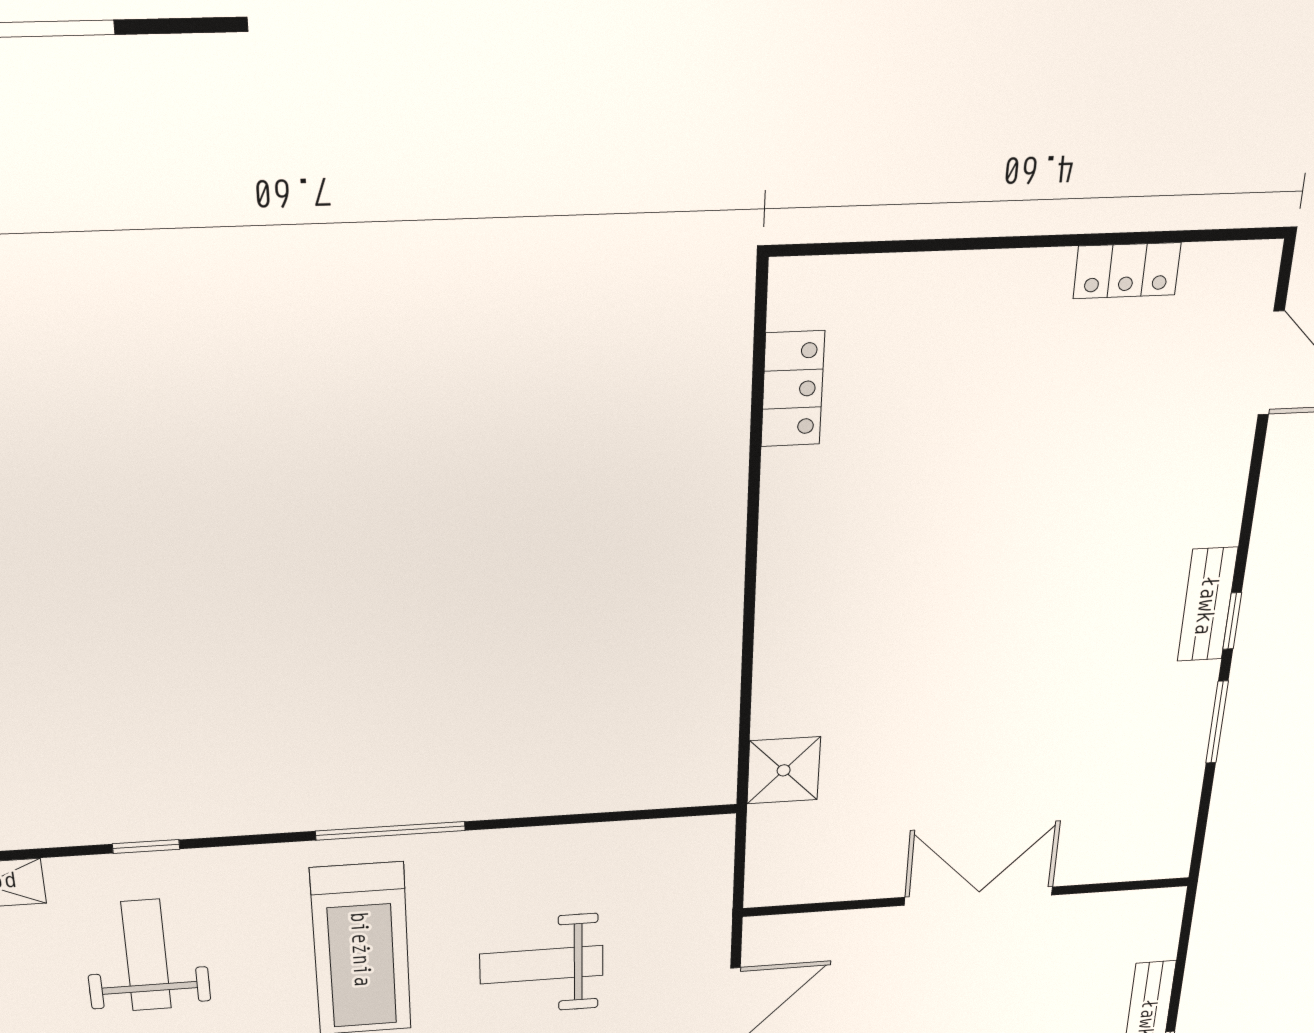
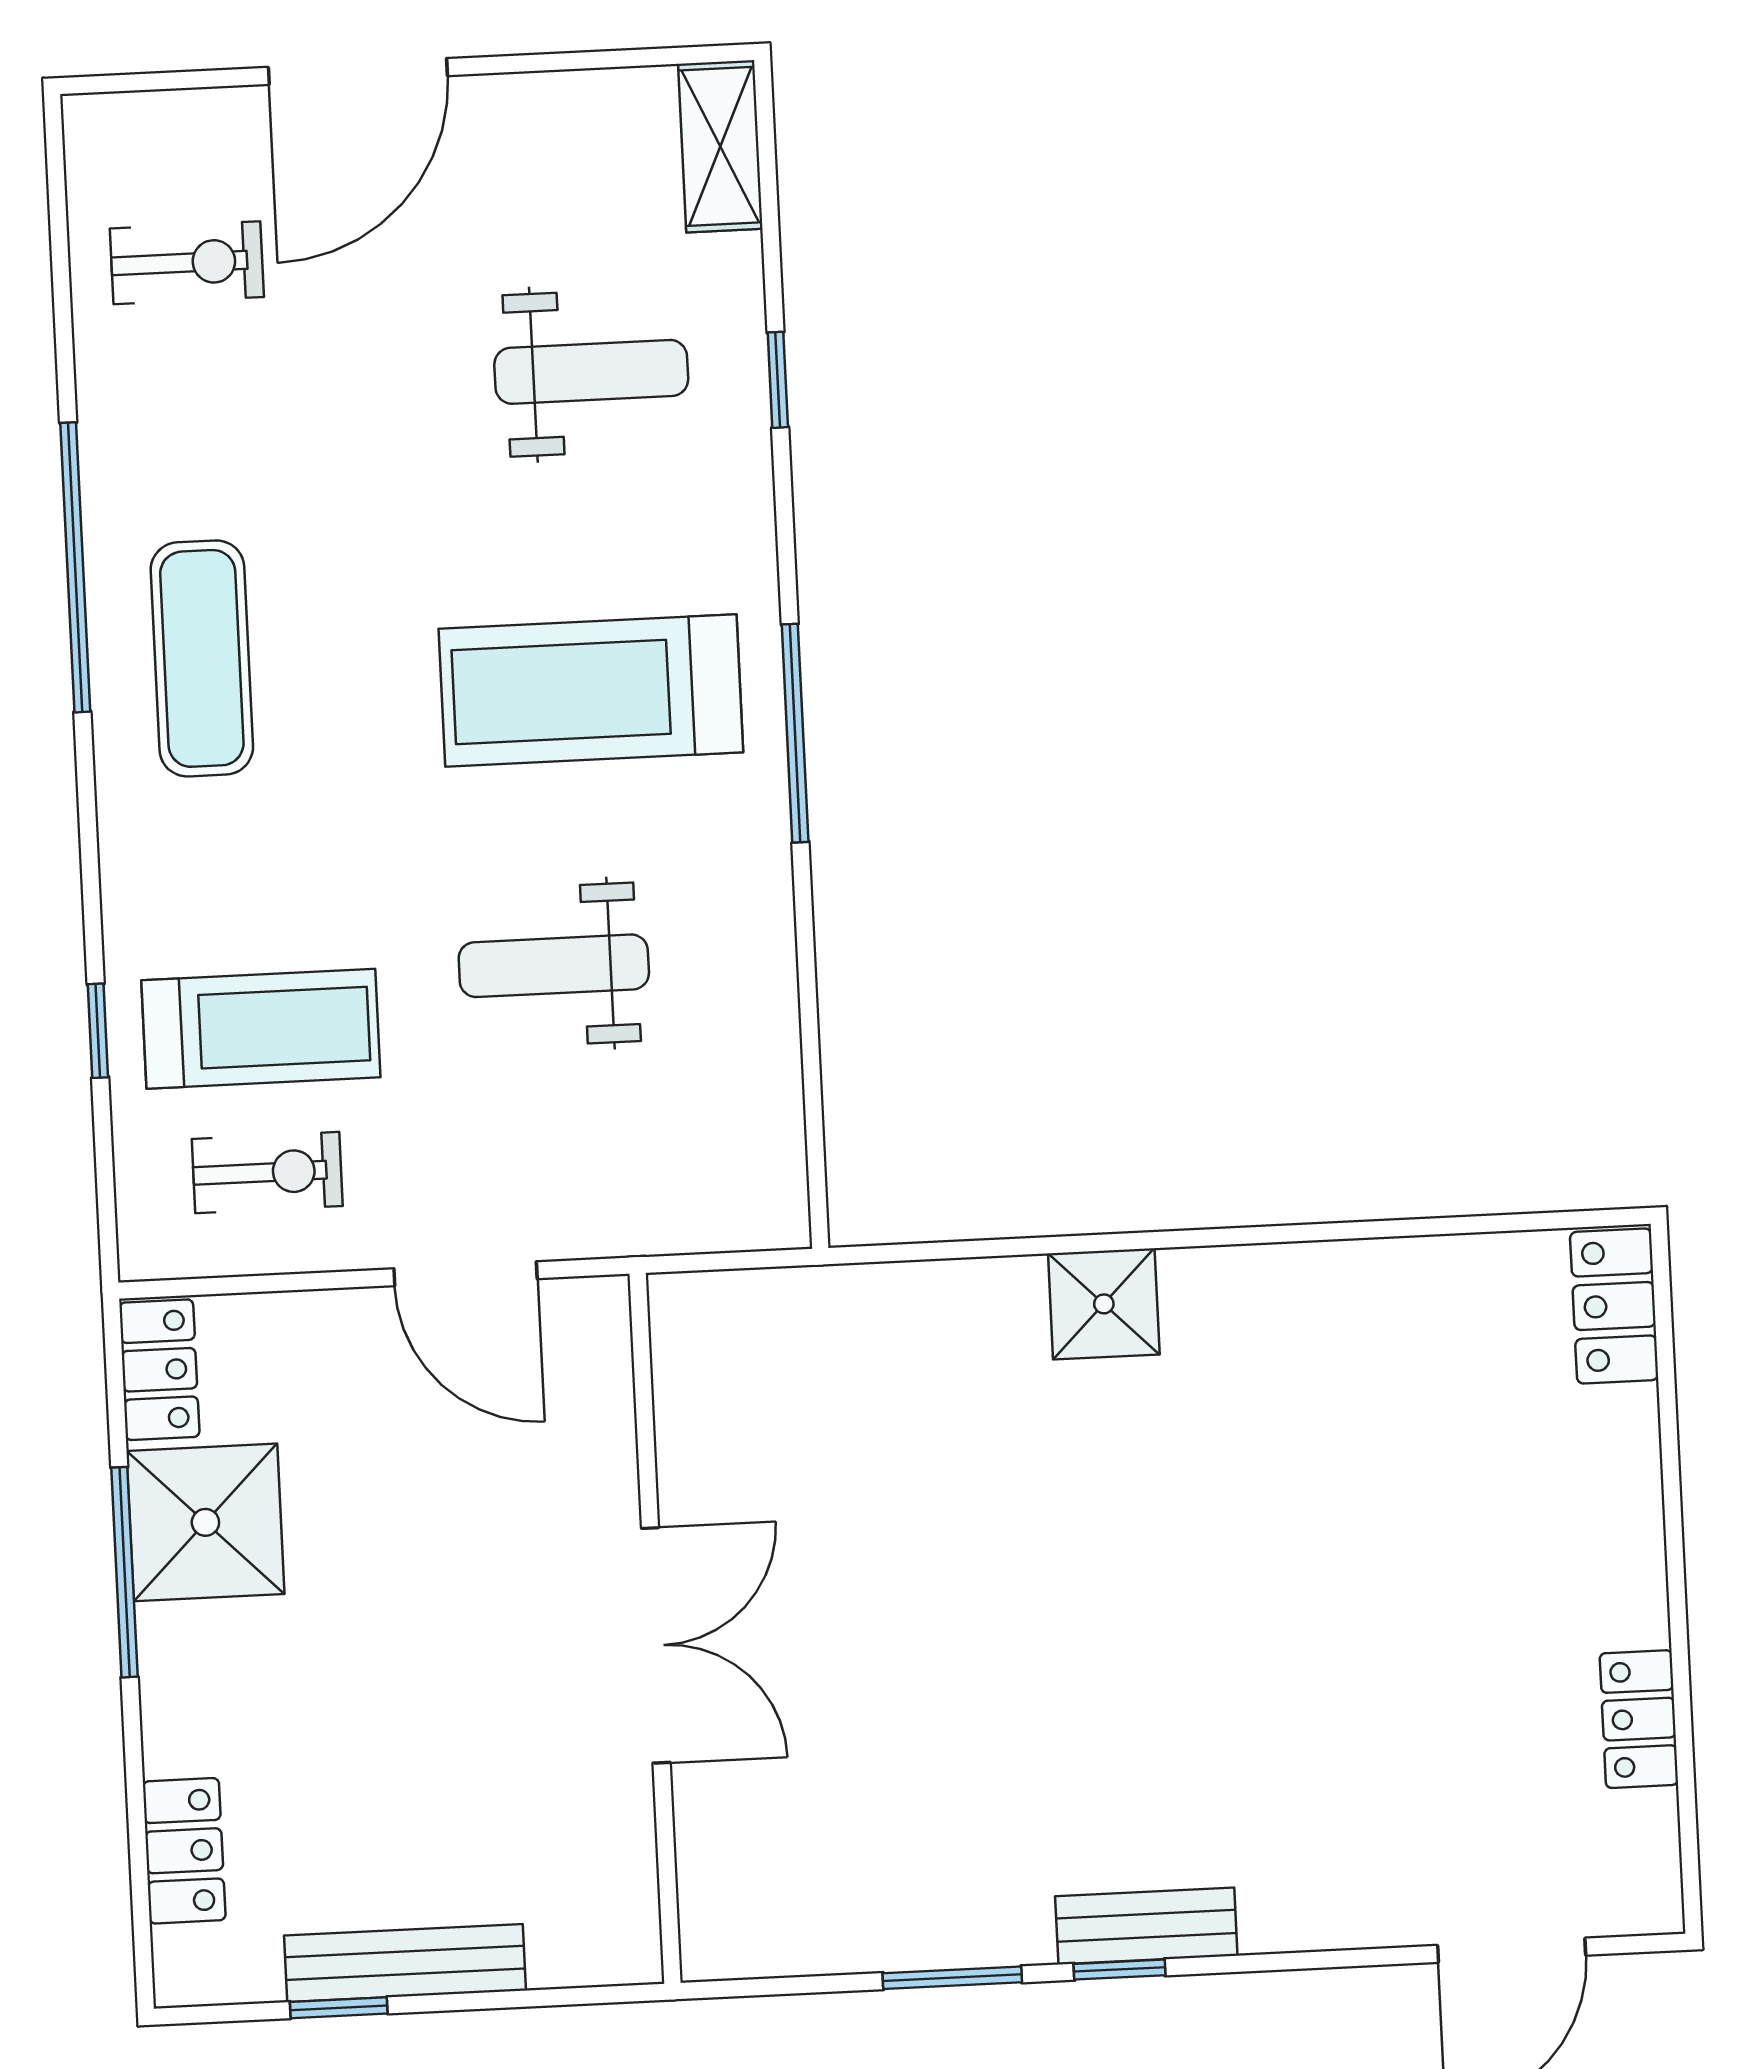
locker: (793, 389) -> (1614, 1306), moved, turned 90
shower: (784, 770) -> (1104, 1304), moved
weight bench: (541, 965) -> (554, 966), turned -90

